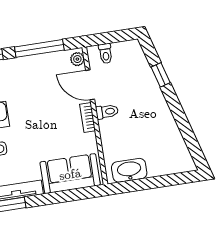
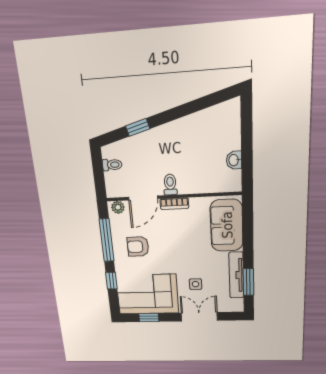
toilet: (106, 54) -> (112, 165), moved
armchair: (36, 83) -> (138, 247), added
washbasin: (129, 170) -> (234, 160), width x0.52, depth x0.69

